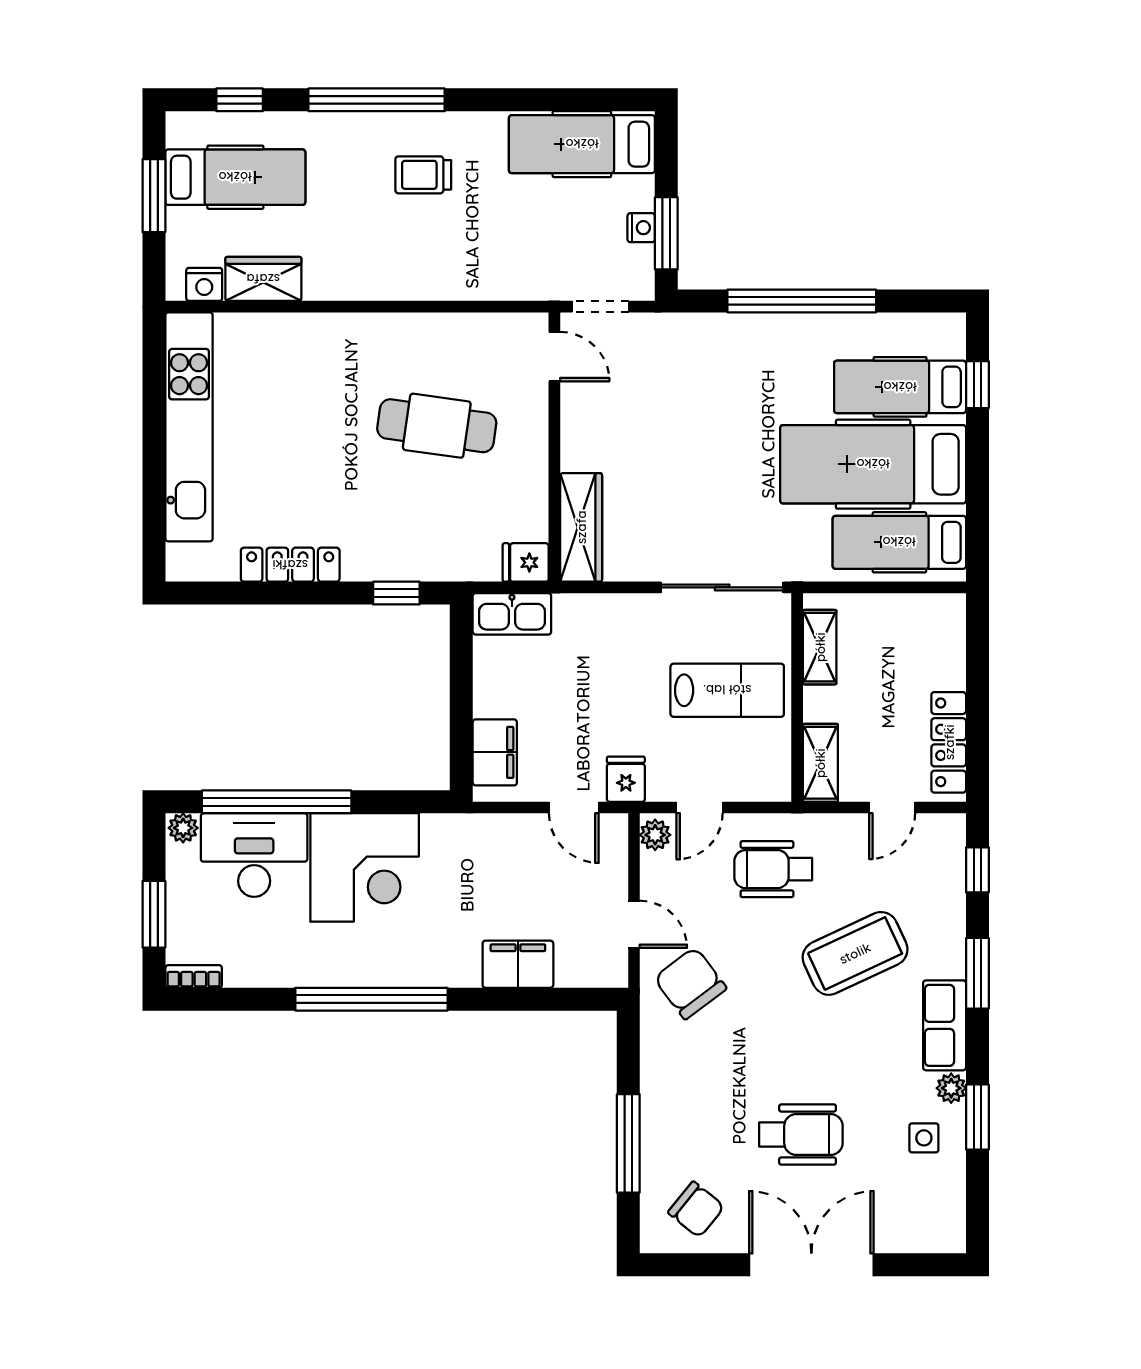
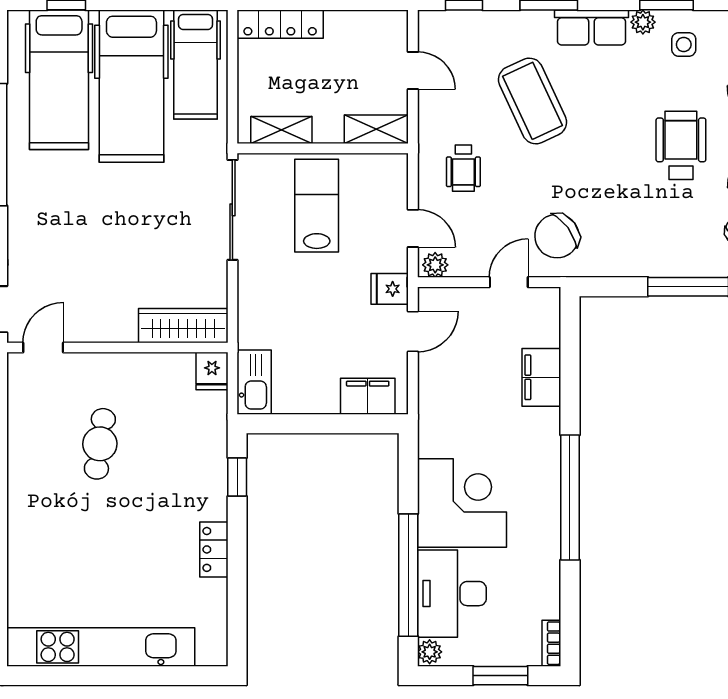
hospital bed: (900, 387) -> (59, 80), width x1.37, depth x1.29
cafe table: (437, 426) -> (100, 444), width x0.73, depth x0.74
locker: (290, 565) -> (214, 549), width x0.66
locker: (949, 742) -> (280, 24), moved
wheelchair: (773, 869) -> (463, 168), width x0.73, depth x0.73

